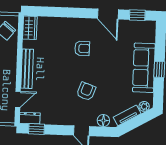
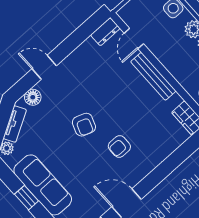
armchair: (86, 91) -> (84, 125), moved
window: (36, 129) -> (89, 27), removed

